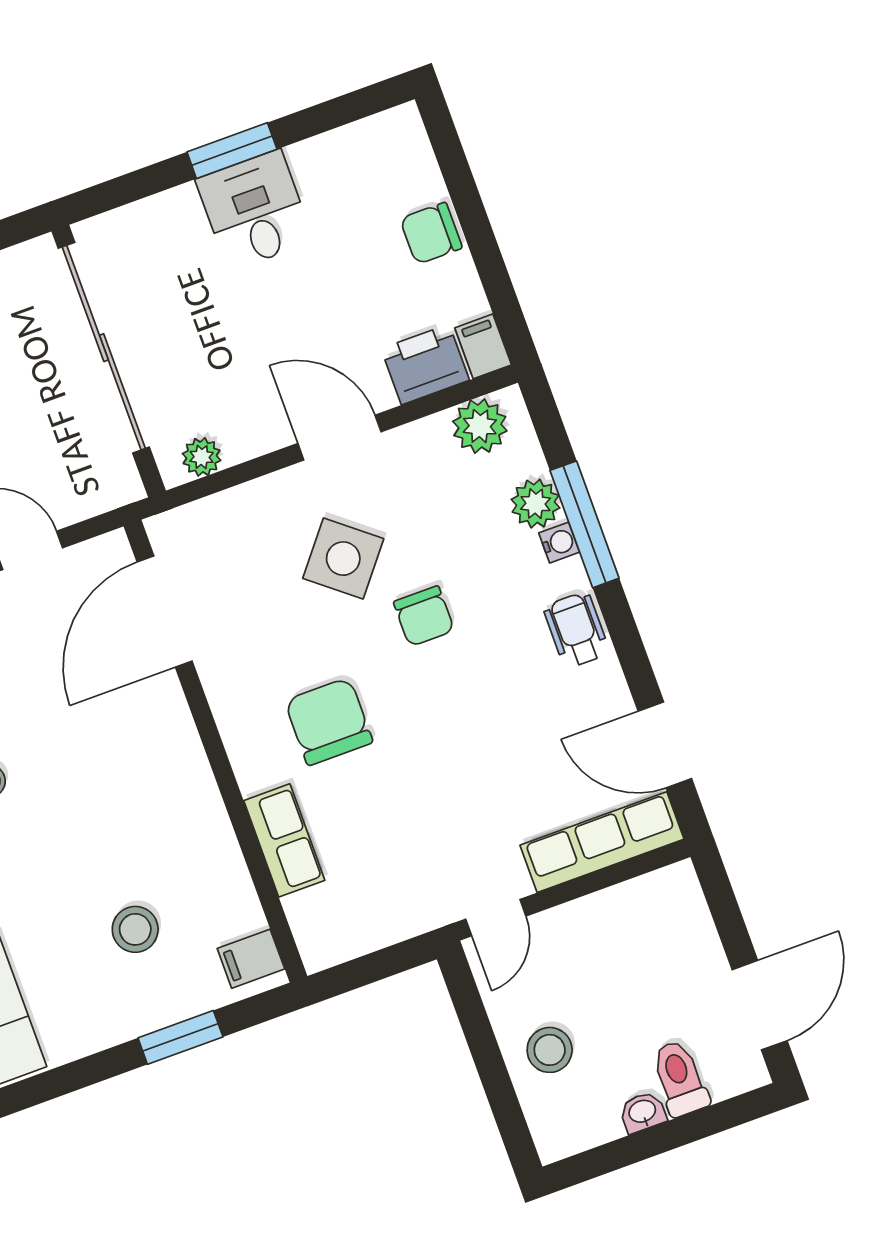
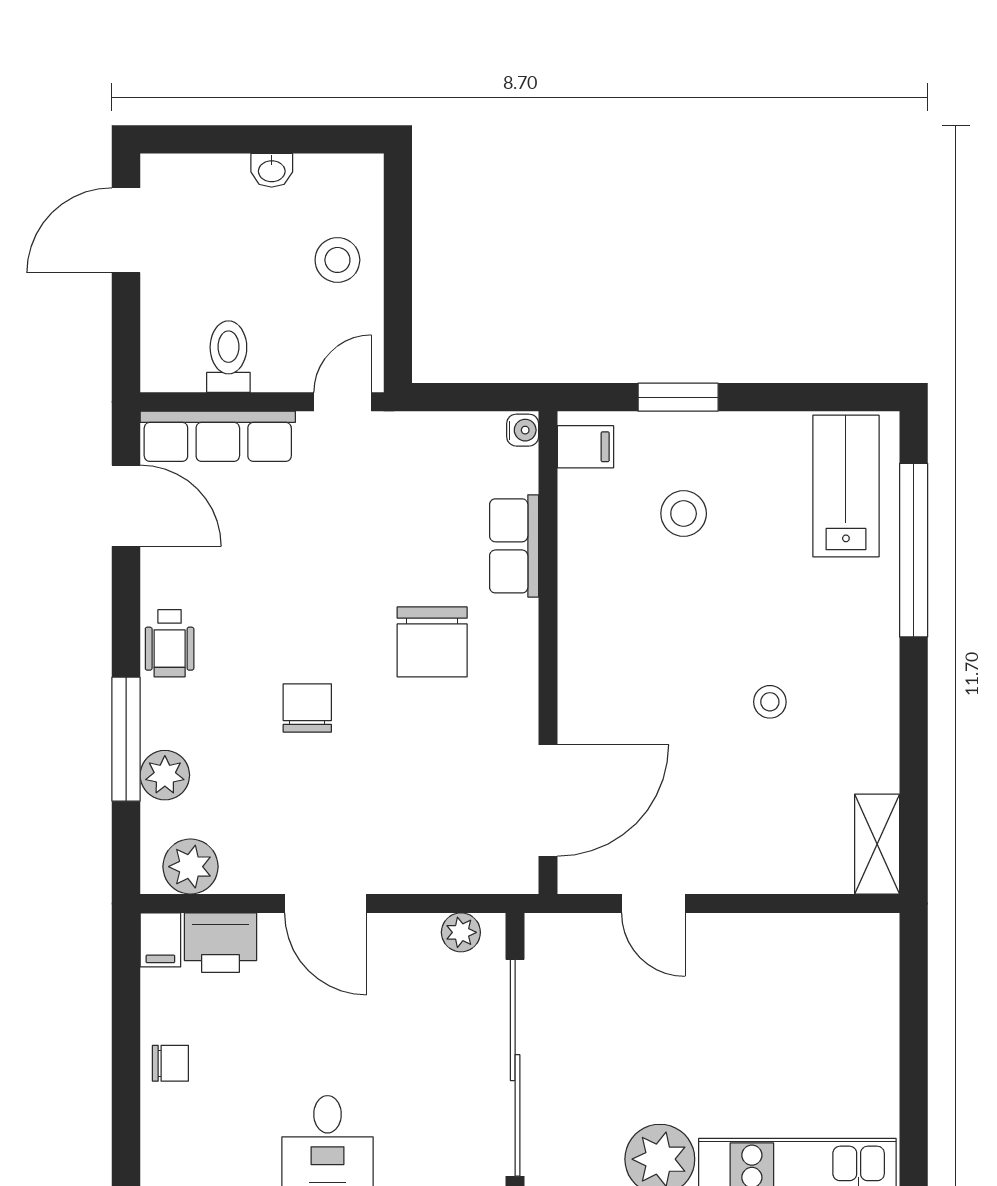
chair: (431, 233) -> (170, 1063), width x0.73, depth x0.73
water cooler: (559, 543) -> (523, 430), moved, turned 180
side table: (343, 559) -> (363, 789), removed
toilet: (680, 1078) -> (228, 357), moved, turned 180

